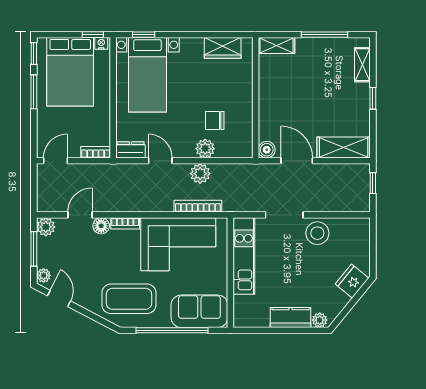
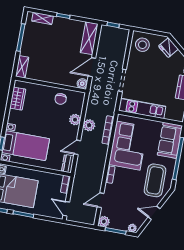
chair: (215, 120) -> (61, 99), moved
door: (80, 215) -> (101, 200), hinge flipped
floor lamp: (101, 226) -> (109, 189), removed
stool: (317, 233) -> (142, 45), moved
door: (59, 298) -> (154, 213), moved

